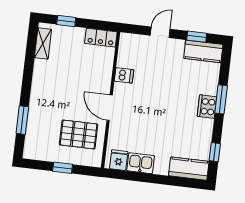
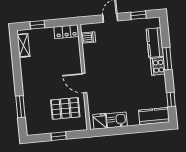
kitchen counter: (203, 51) -> (155, 43), moved, turned 90
dishwasher: (124, 75) -> (88, 38), moved

